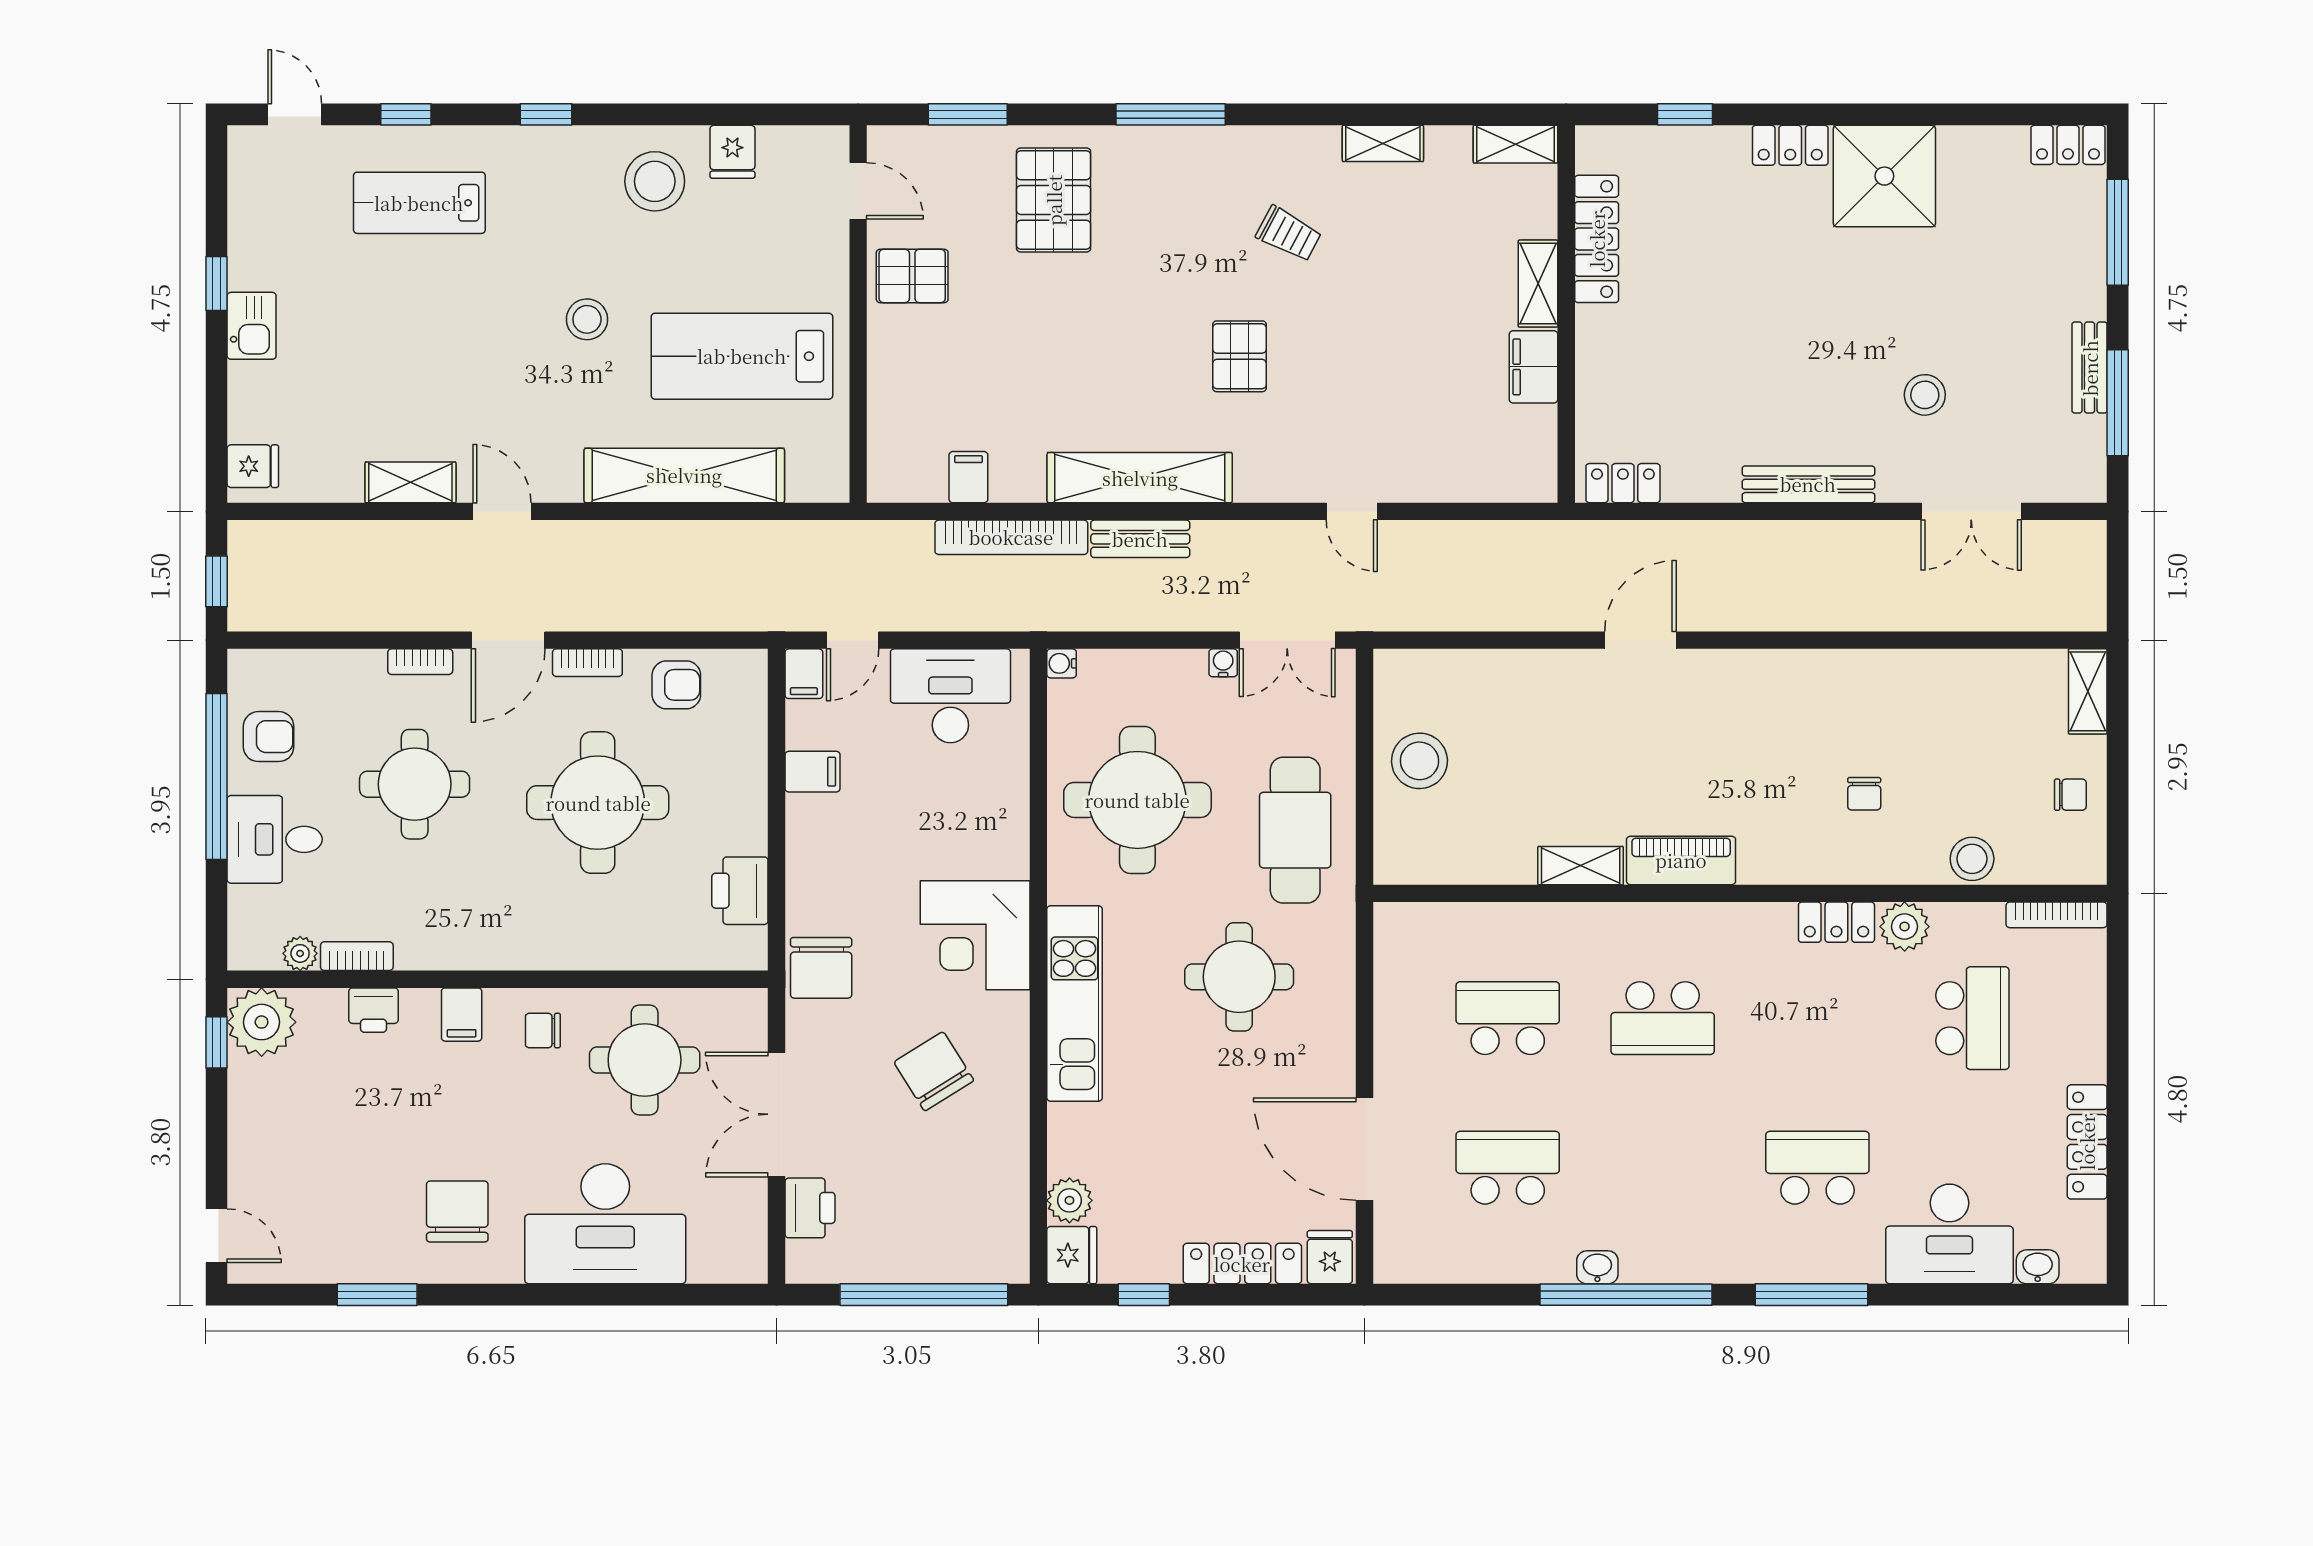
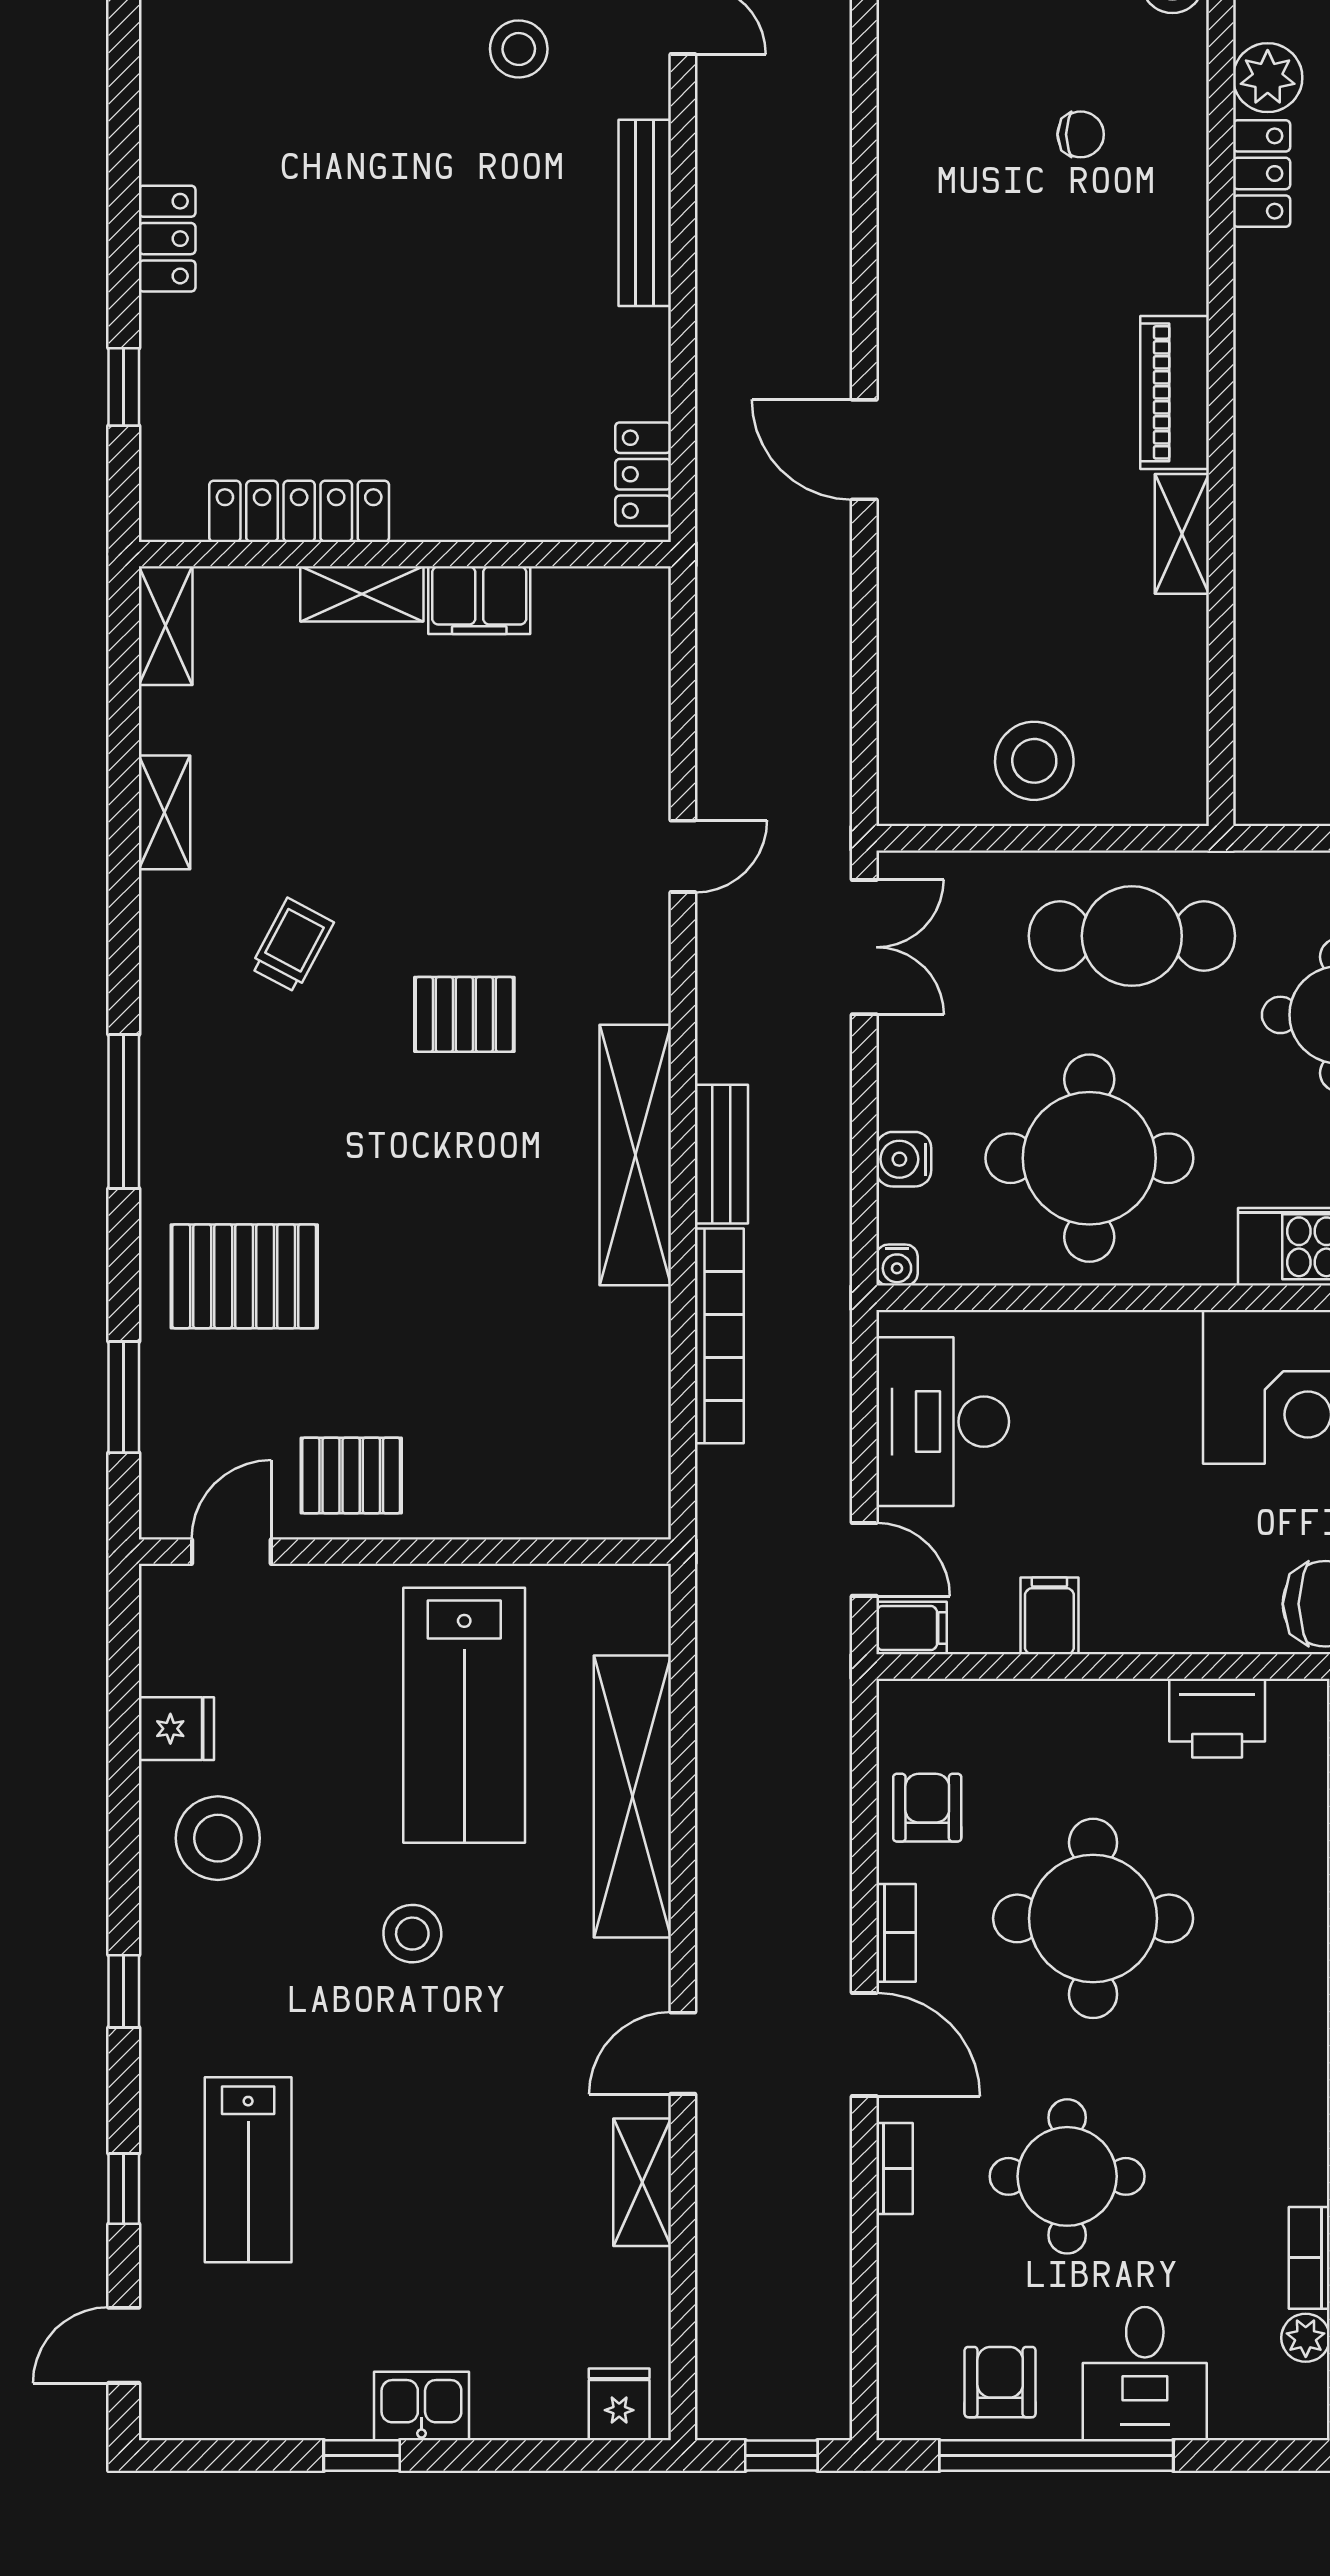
shower: (1884, 176) -> (211, 106), removed
pallet: (912, 276) -> (351, 1476), turned 90
filing cabinet: (968, 477) -> (635, 1396), removed
water cooler: (1223, 663) -> (904, 1159), moved, width x1.38, depth x1.38

